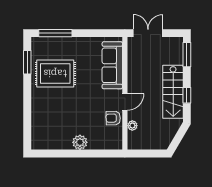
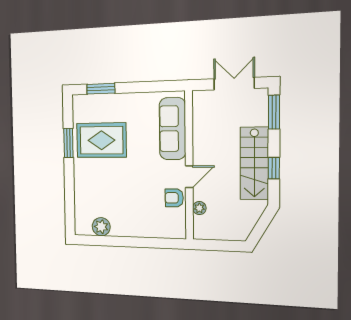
window: (55, 33) -> (101, 89), width x0.69
double door: (148, 33) -> (234, 84), moved
window: (27, 62) -> (68, 143), moved
plant: (80, 142) -> (101, 227), moved

